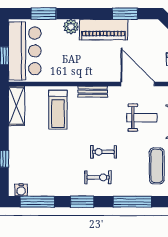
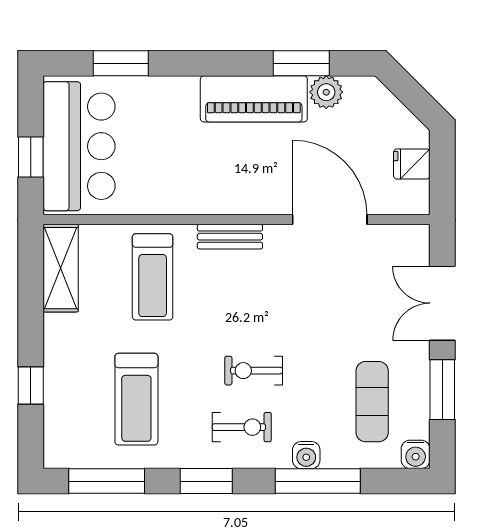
plant: (71, 27) -> (326, 92), moved
weight bench: (142, 118) -> (339, 294), removed
treadmill: (51, 165) -> (136, 399), added
water cooler: (21, 190) -> (306, 455), moved

